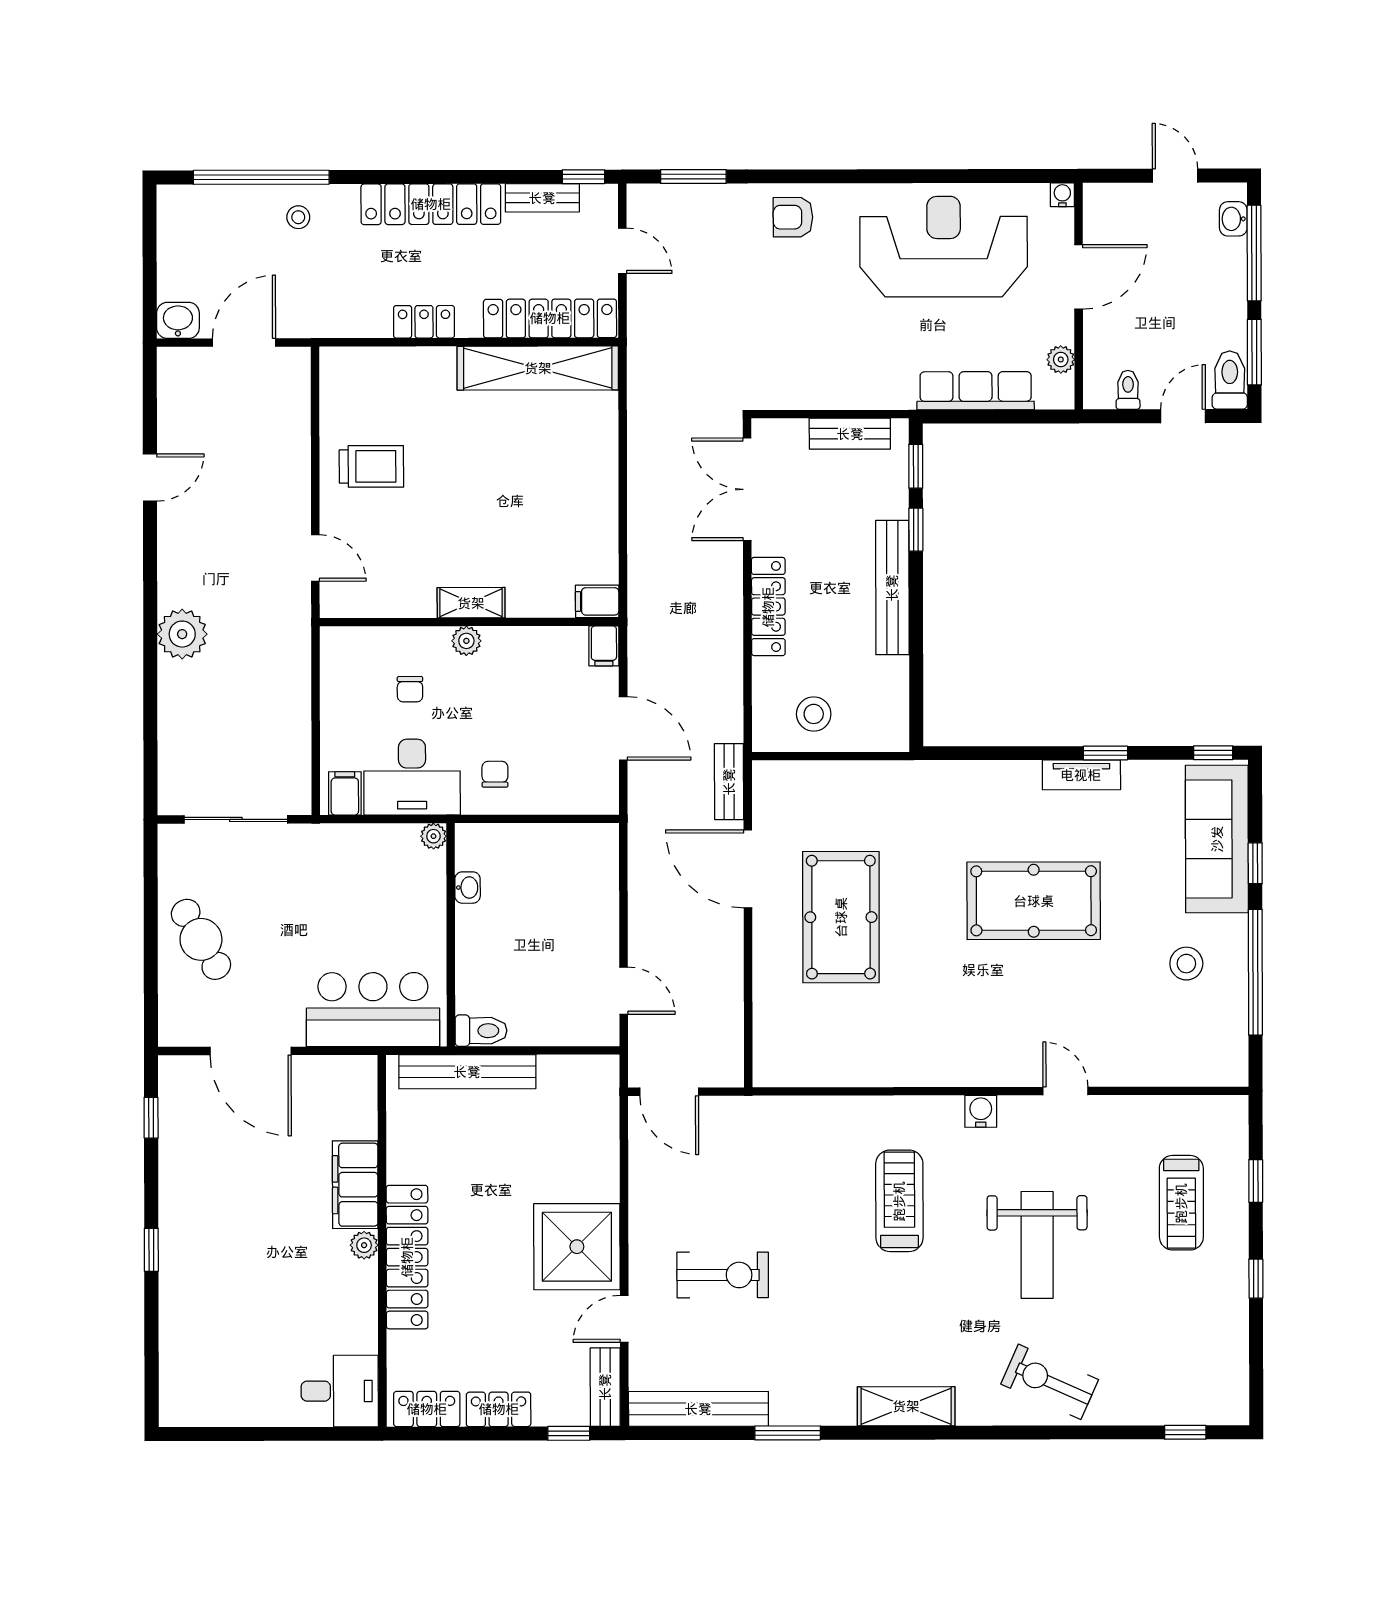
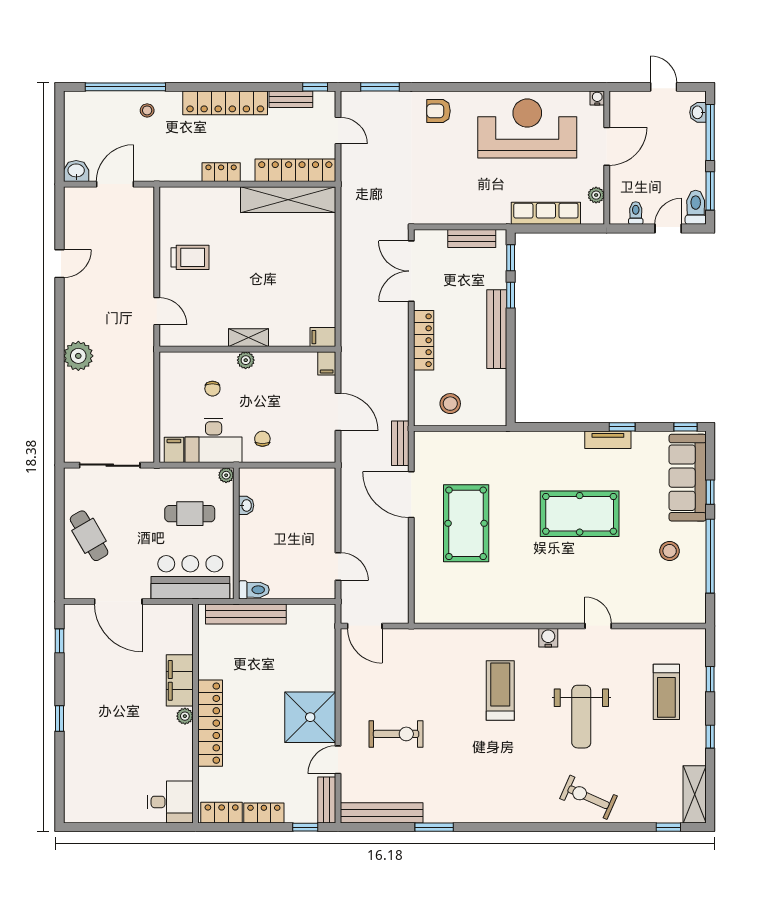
cafe table: (372, 902) -> (190, 514), added
shelving: (906, 1406) -> (695, 794), moved, turned 90

